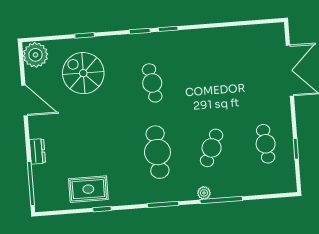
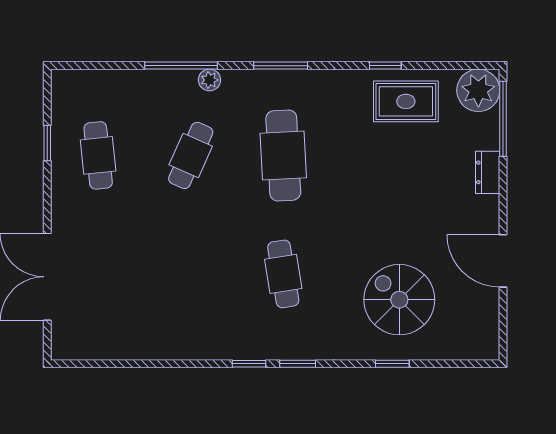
plant: (35, 55) -> (478, 90), moved
spiral stairs: (83, 73) -> (399, 300), turned 180

